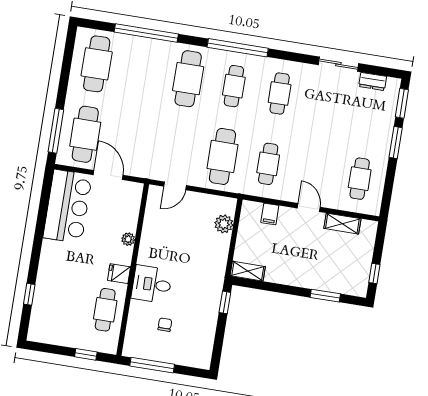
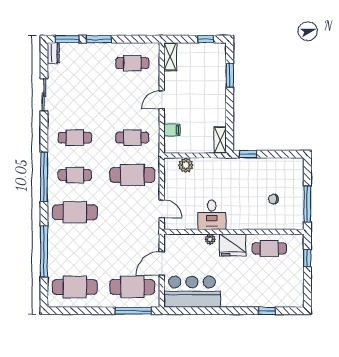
dresser: (373, 81) -> (53, 53), moved
shelving: (342, 224) -> (170, 57), moved
fridge: (119, 274) -> (233, 245), width x1.88, depth x1.34
desk: (152, 284) -> (212, 215), moved

